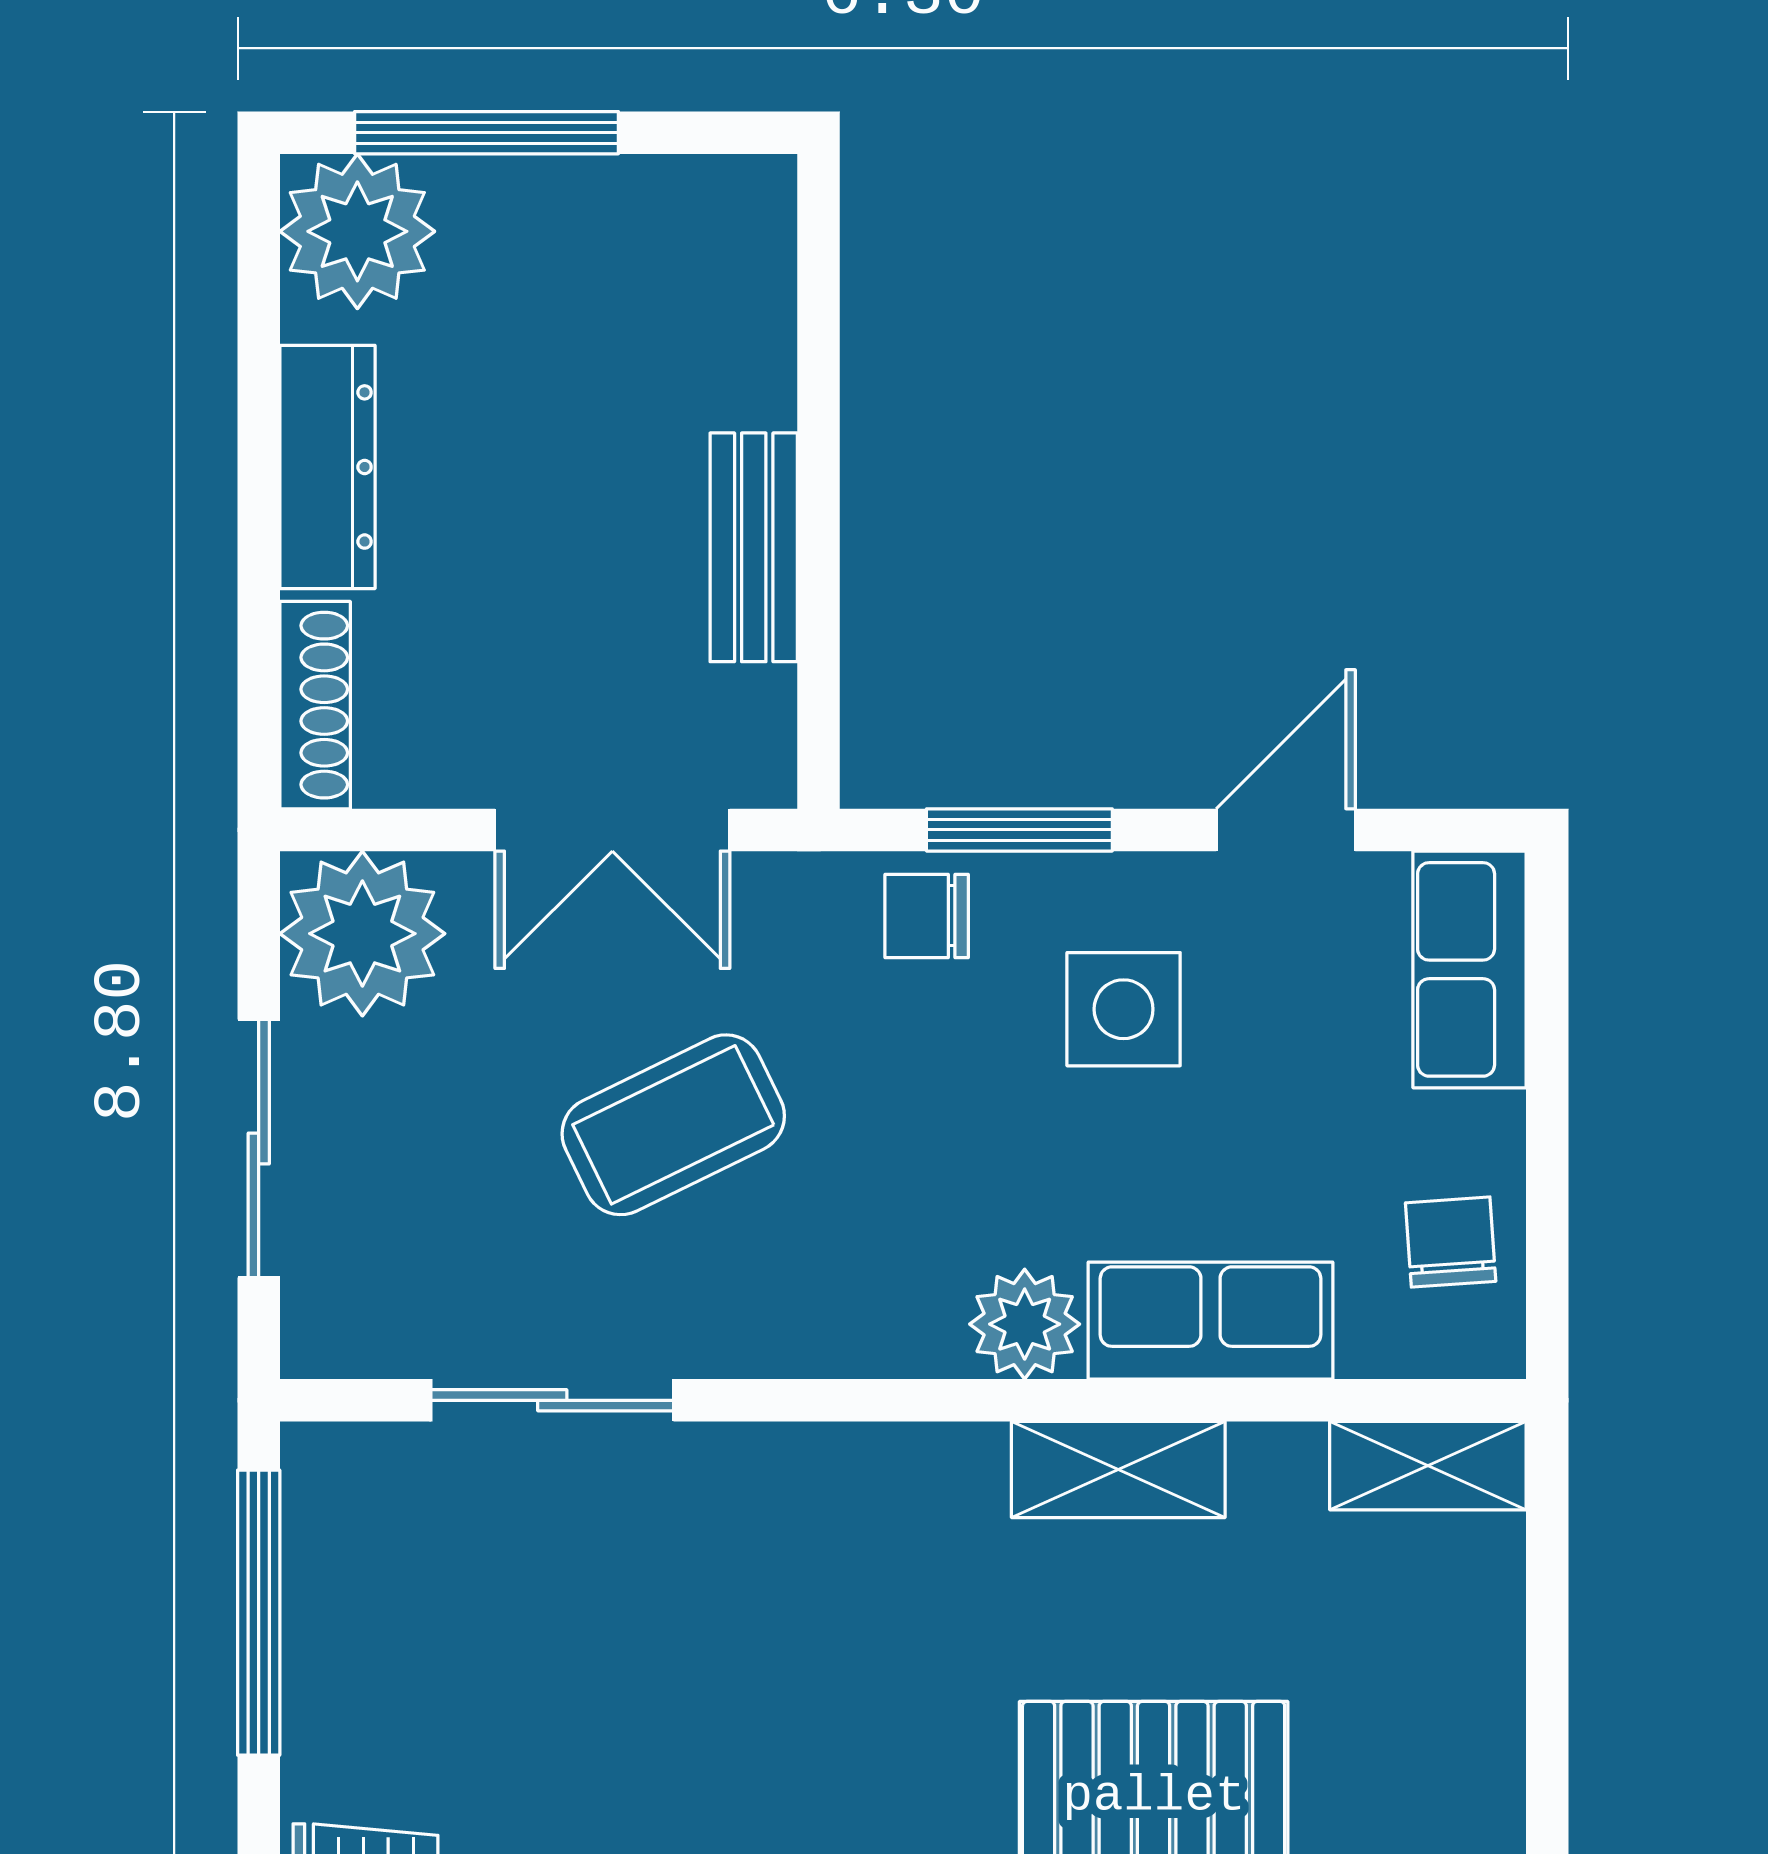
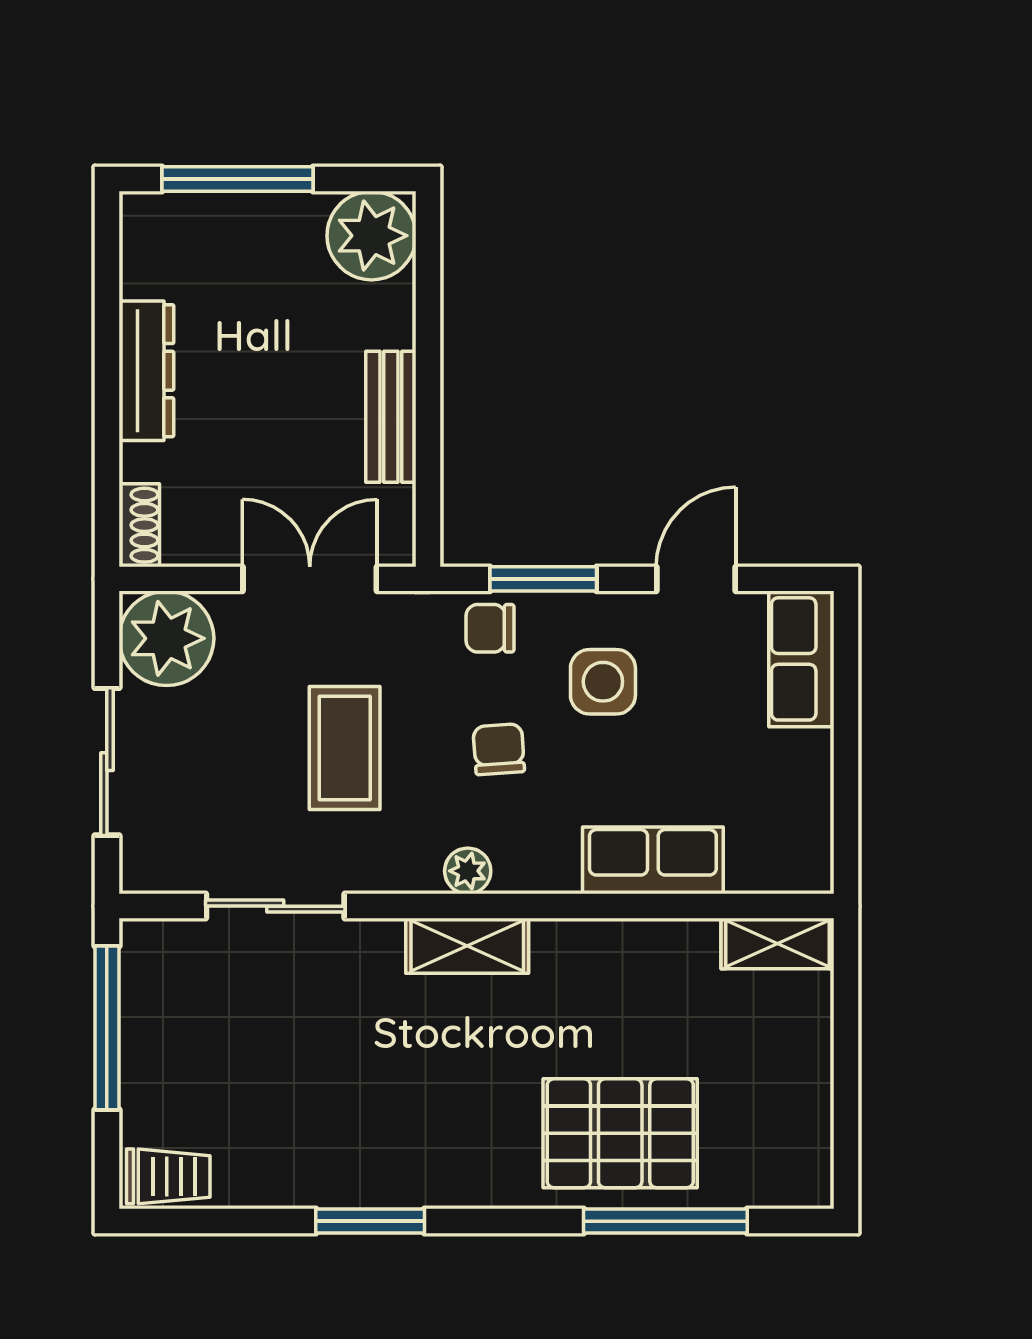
plant: (357, 231) -> (371, 236), moved
shoe rack: (315, 705) -> (139, 525), width x0.70
double door: (612, 830) -> (310, 579), swing flipped
coffee table: (673, 1125) -> (345, 748), turned -64
chair: (1451, 1242) -> (499, 749), moved
plant: (1025, 1324) -> (468, 871), moved, width x0.73, depth x0.73
shelving: (1118, 1469) -> (467, 946), moved

